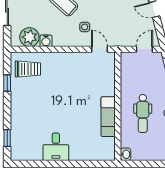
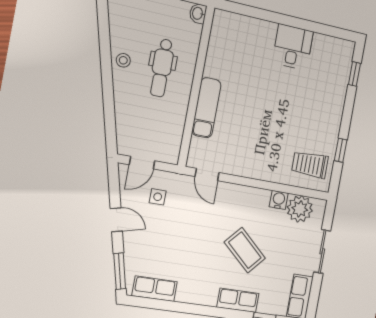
side table: (85, 27) -> (158, 197), moved
dental chair: (143, 113) -> (162, 68), turned 180
exam couch: (108, 117) -> (206, 108), moved

